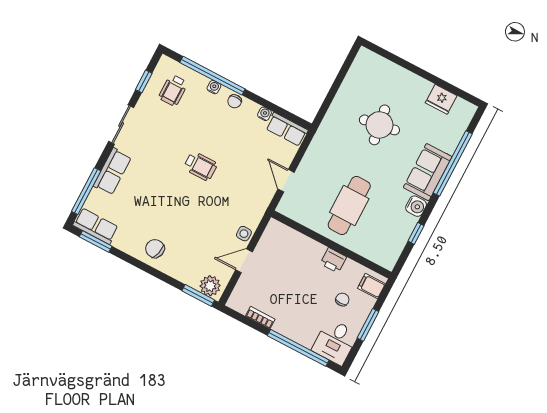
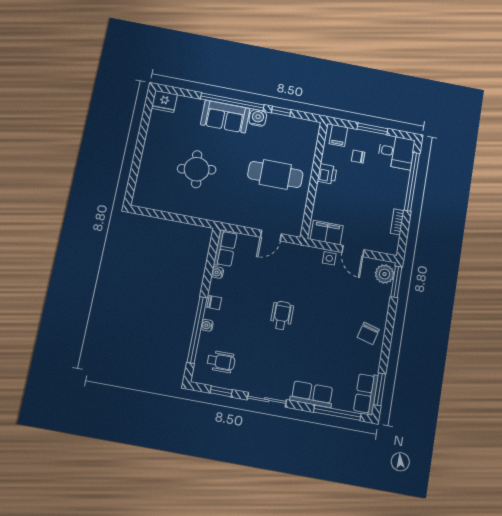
fridge: (441, 99) -> (164, 101), moved, turned 90
window: (453, 163) -> (232, 102), moved
filing cabinet: (271, 240) -> (327, 233), added

